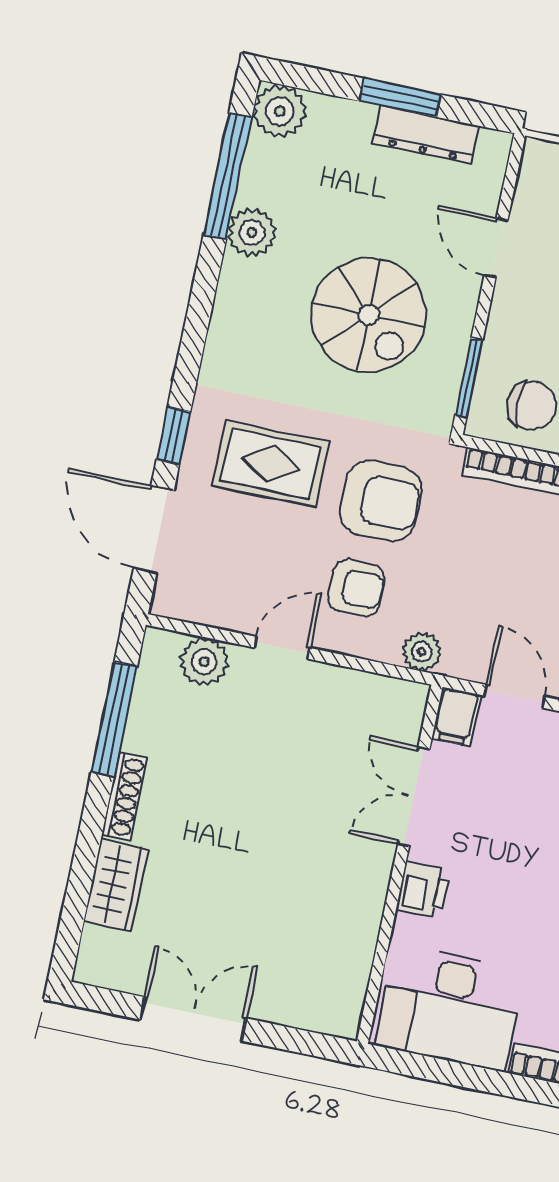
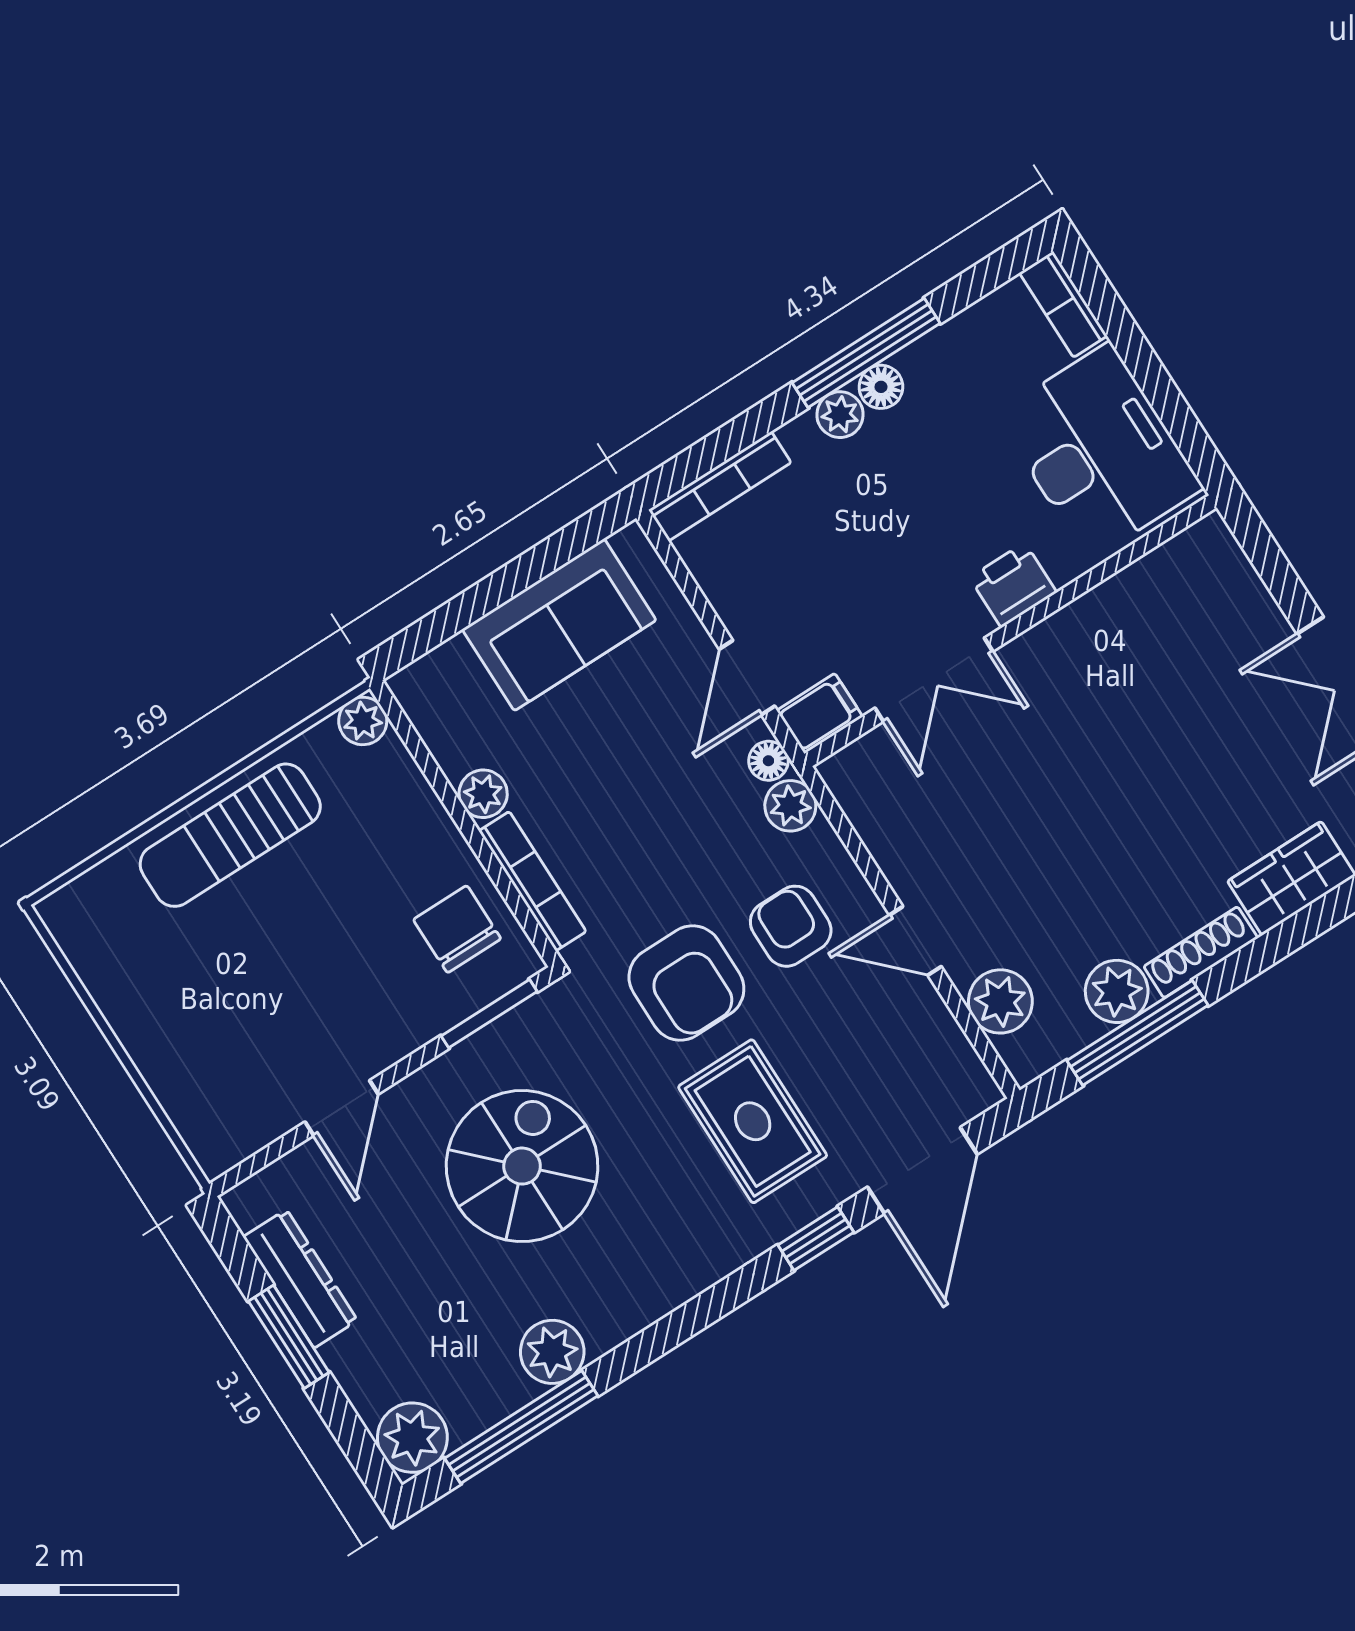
armchair: (381, 501) -> (686, 983), turned 180
floor lamp: (458, 664) -> (768, 761), added
plant: (148, 730) -> (1117, 991), added

